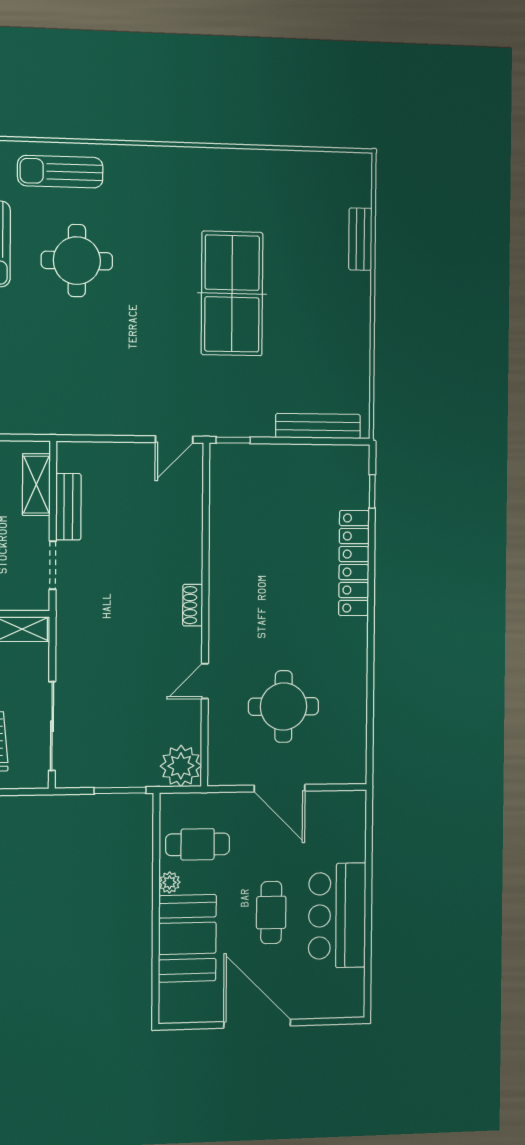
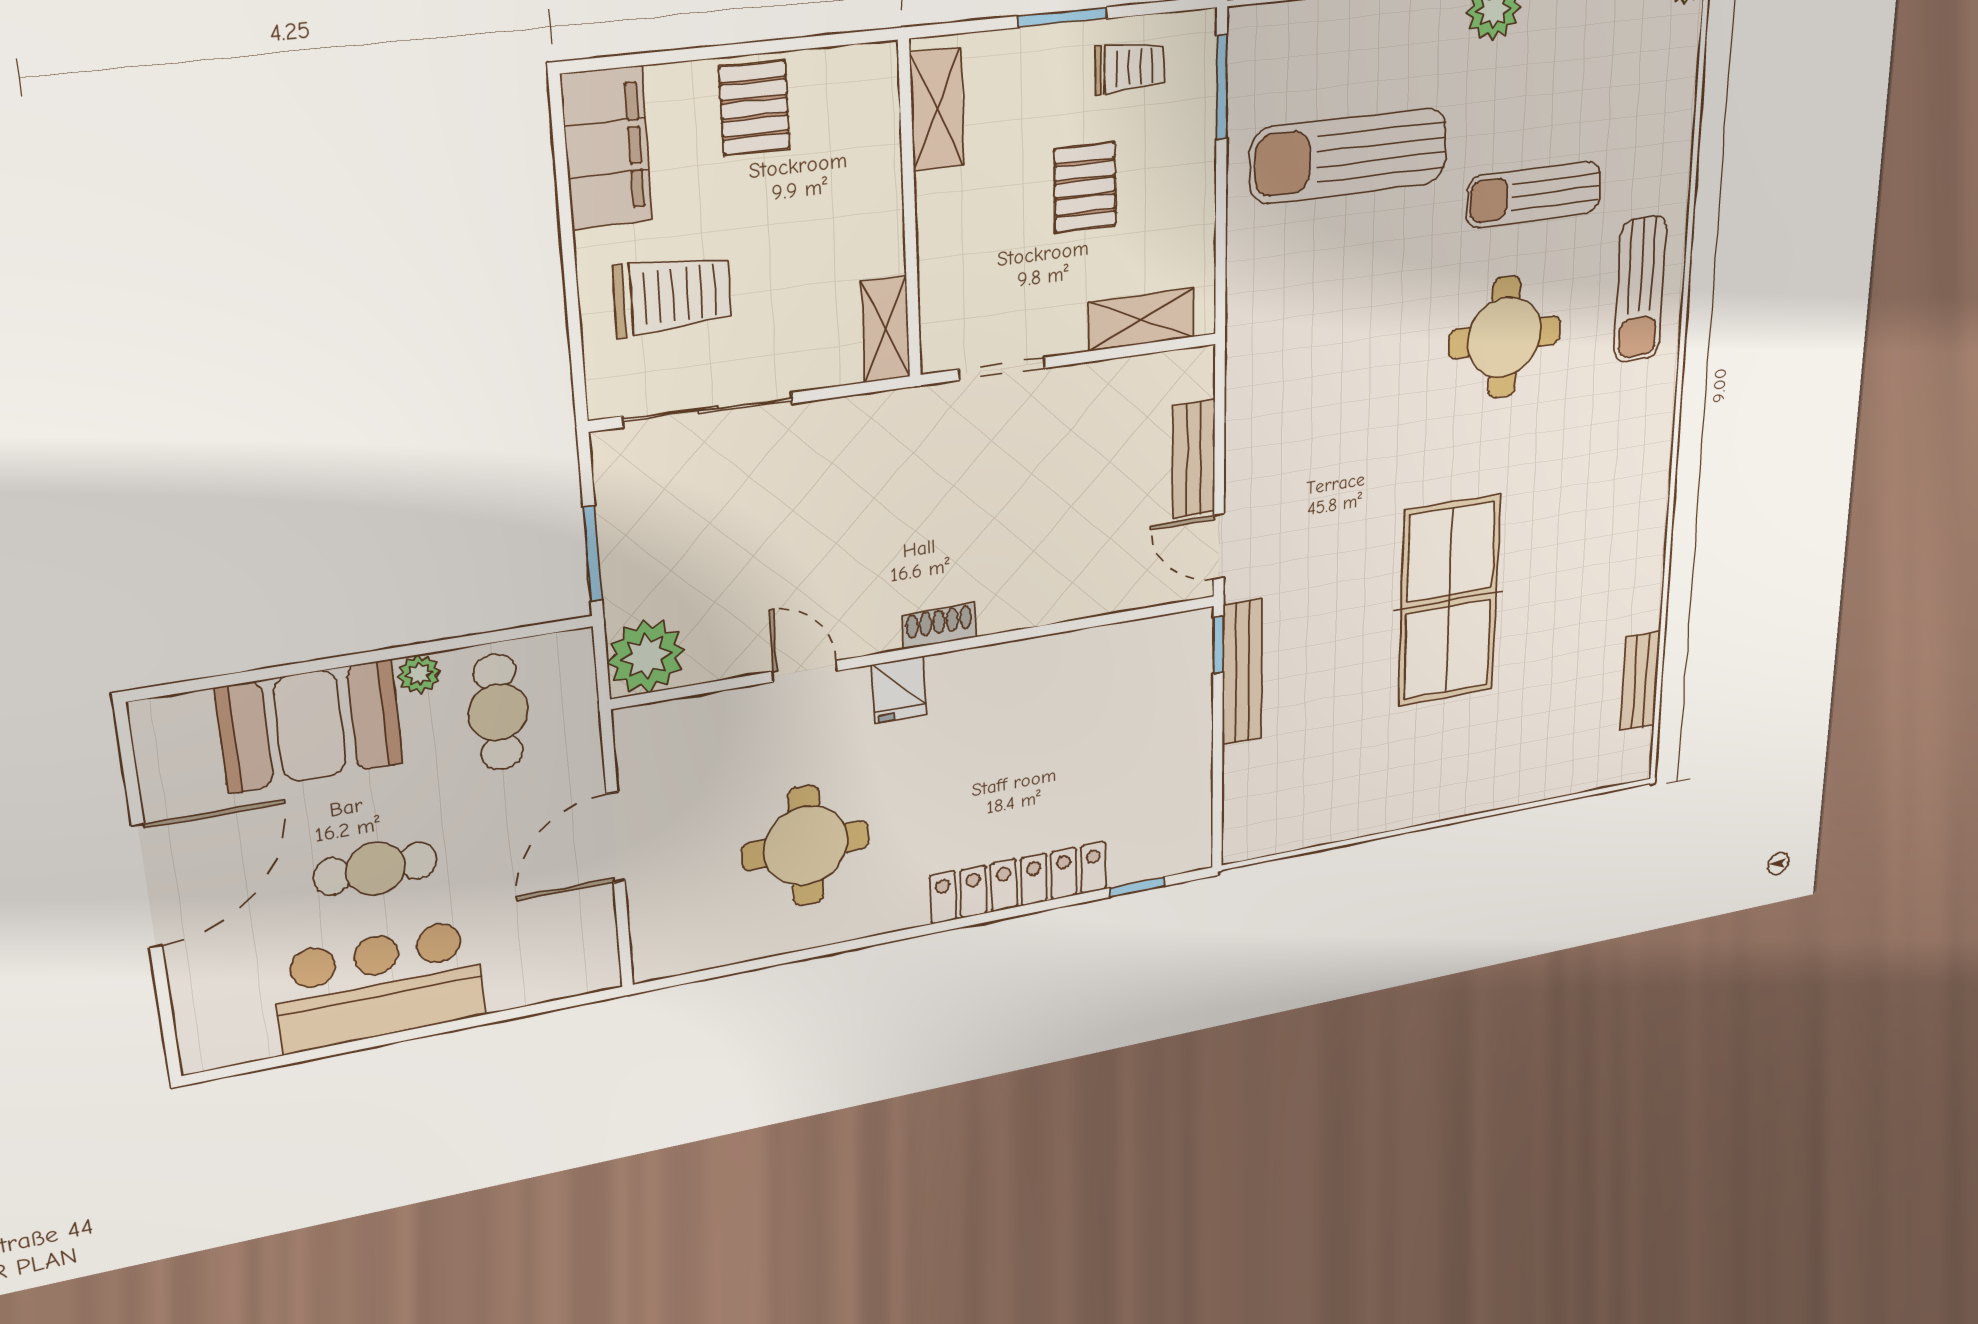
sun lounger: (60, 172) -> (1640, 289), turned 180
bench: (360, 239) -> (1640, 681), moved, turned 90
table tennis table: (232, 294) -> (1449, 601), turned 90
bench: (318, 426) -> (1242, 672), moved
bench: (68, 507) -> (1194, 459), moved, turned 90
fridge: (225, 629) -> (899, 690), added
round table: (283, 707) -> (806, 846), moved

